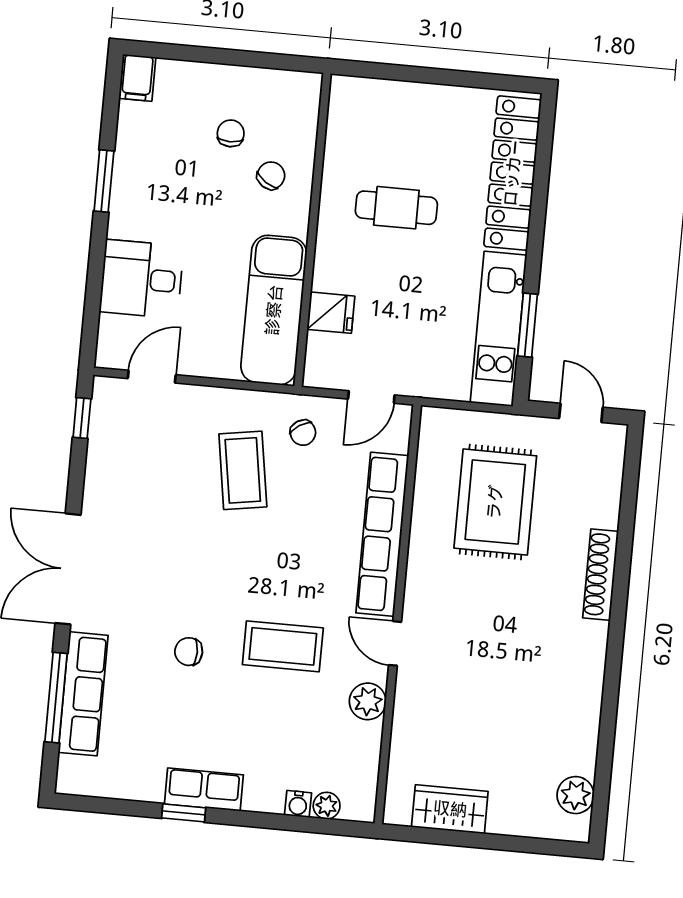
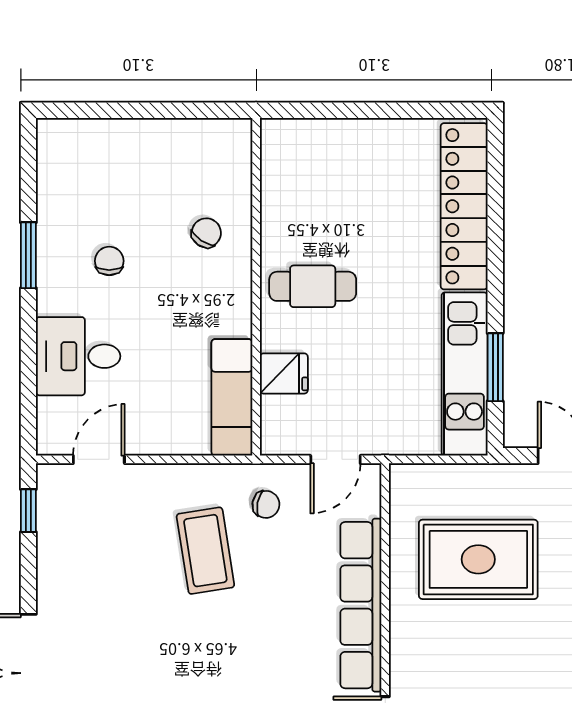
filing cabinet: (137, 78) -> (54, 142), removed
chair: (231, 133) -> (109, 261), moved
cafe table: (396, 208) -> (313, 286), moved
exam couch: (274, 310) -> (232, 397), width x0.73, depth x0.69
chair: (303, 433) -> (266, 504), turned -46
rug: (495, 502) -> (478, 559), turned 90

